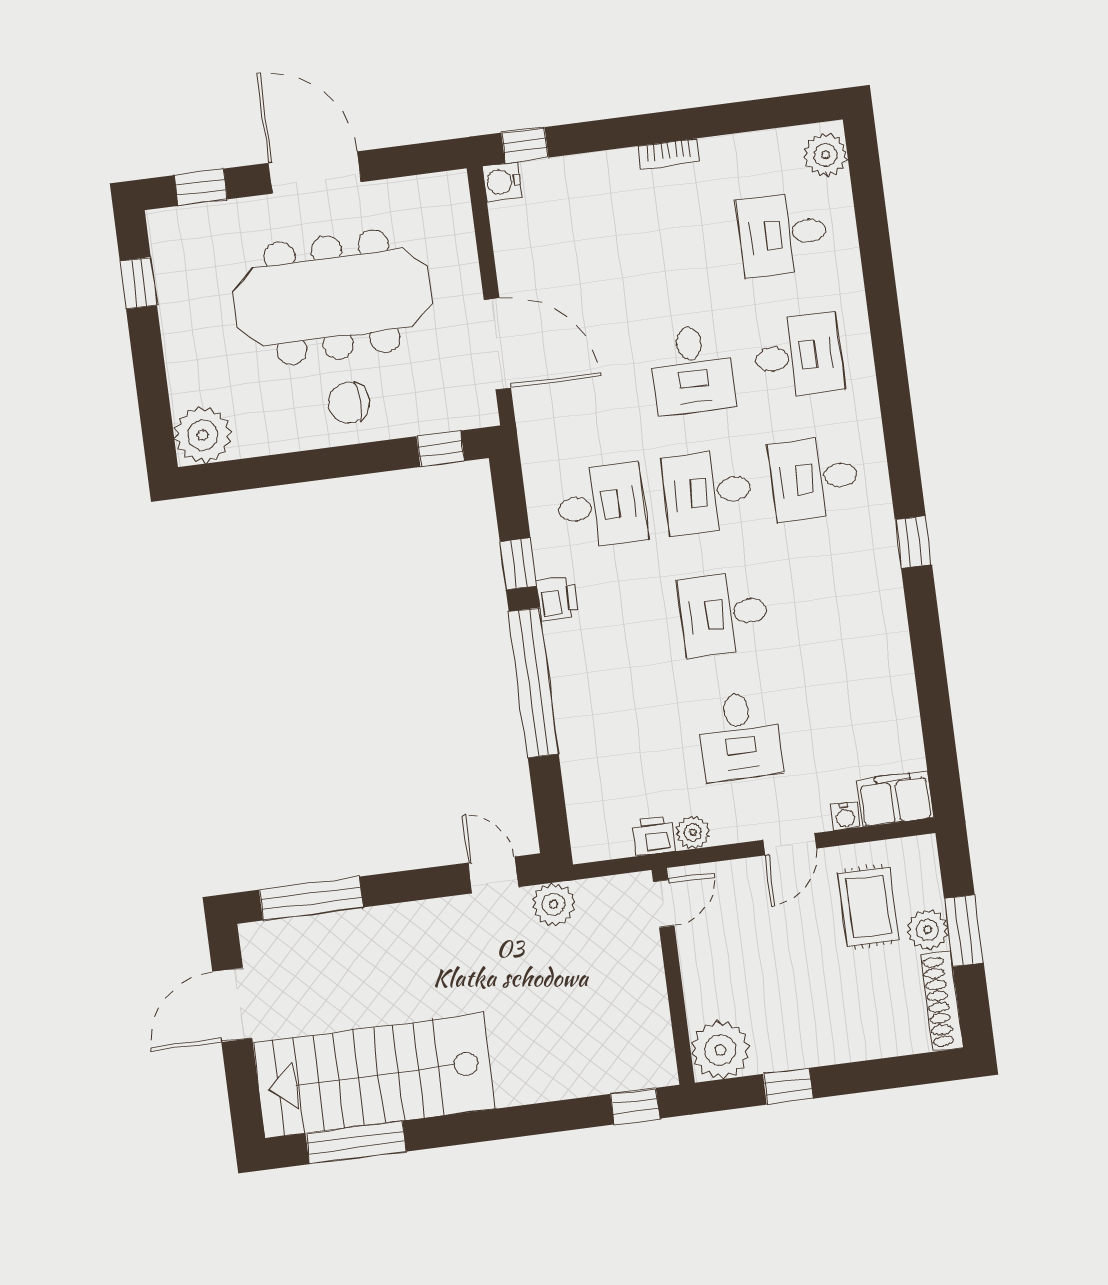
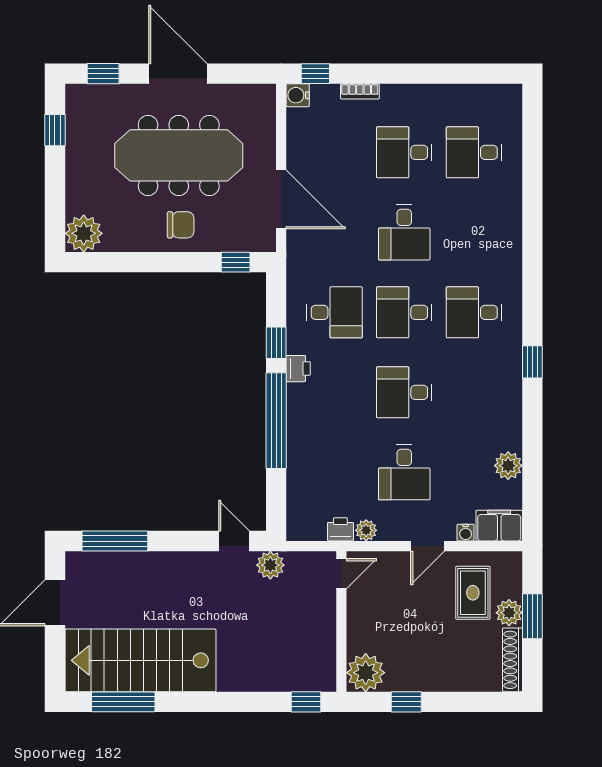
bookcase: (669, 154) -> (360, 91), moved
plant: (826, 155) -> (508, 466), moved
desk: (799, 356) -> (404, 152), moved, turned 180
chair: (349, 403) -> (181, 225), turned 180

